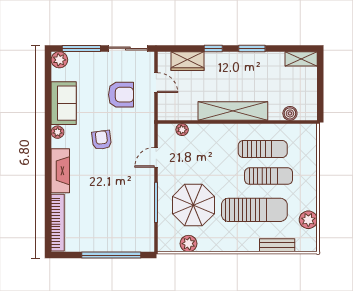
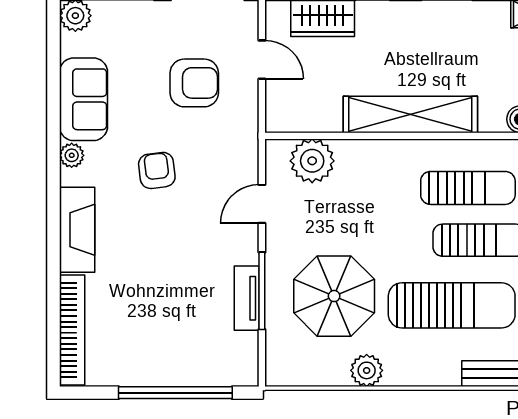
plant: (182, 130) -> (312, 161), width x1.87, depth x1.87
tv unit: (148, 206) -> (247, 298), added
plant: (189, 244) -> (367, 370), moved

